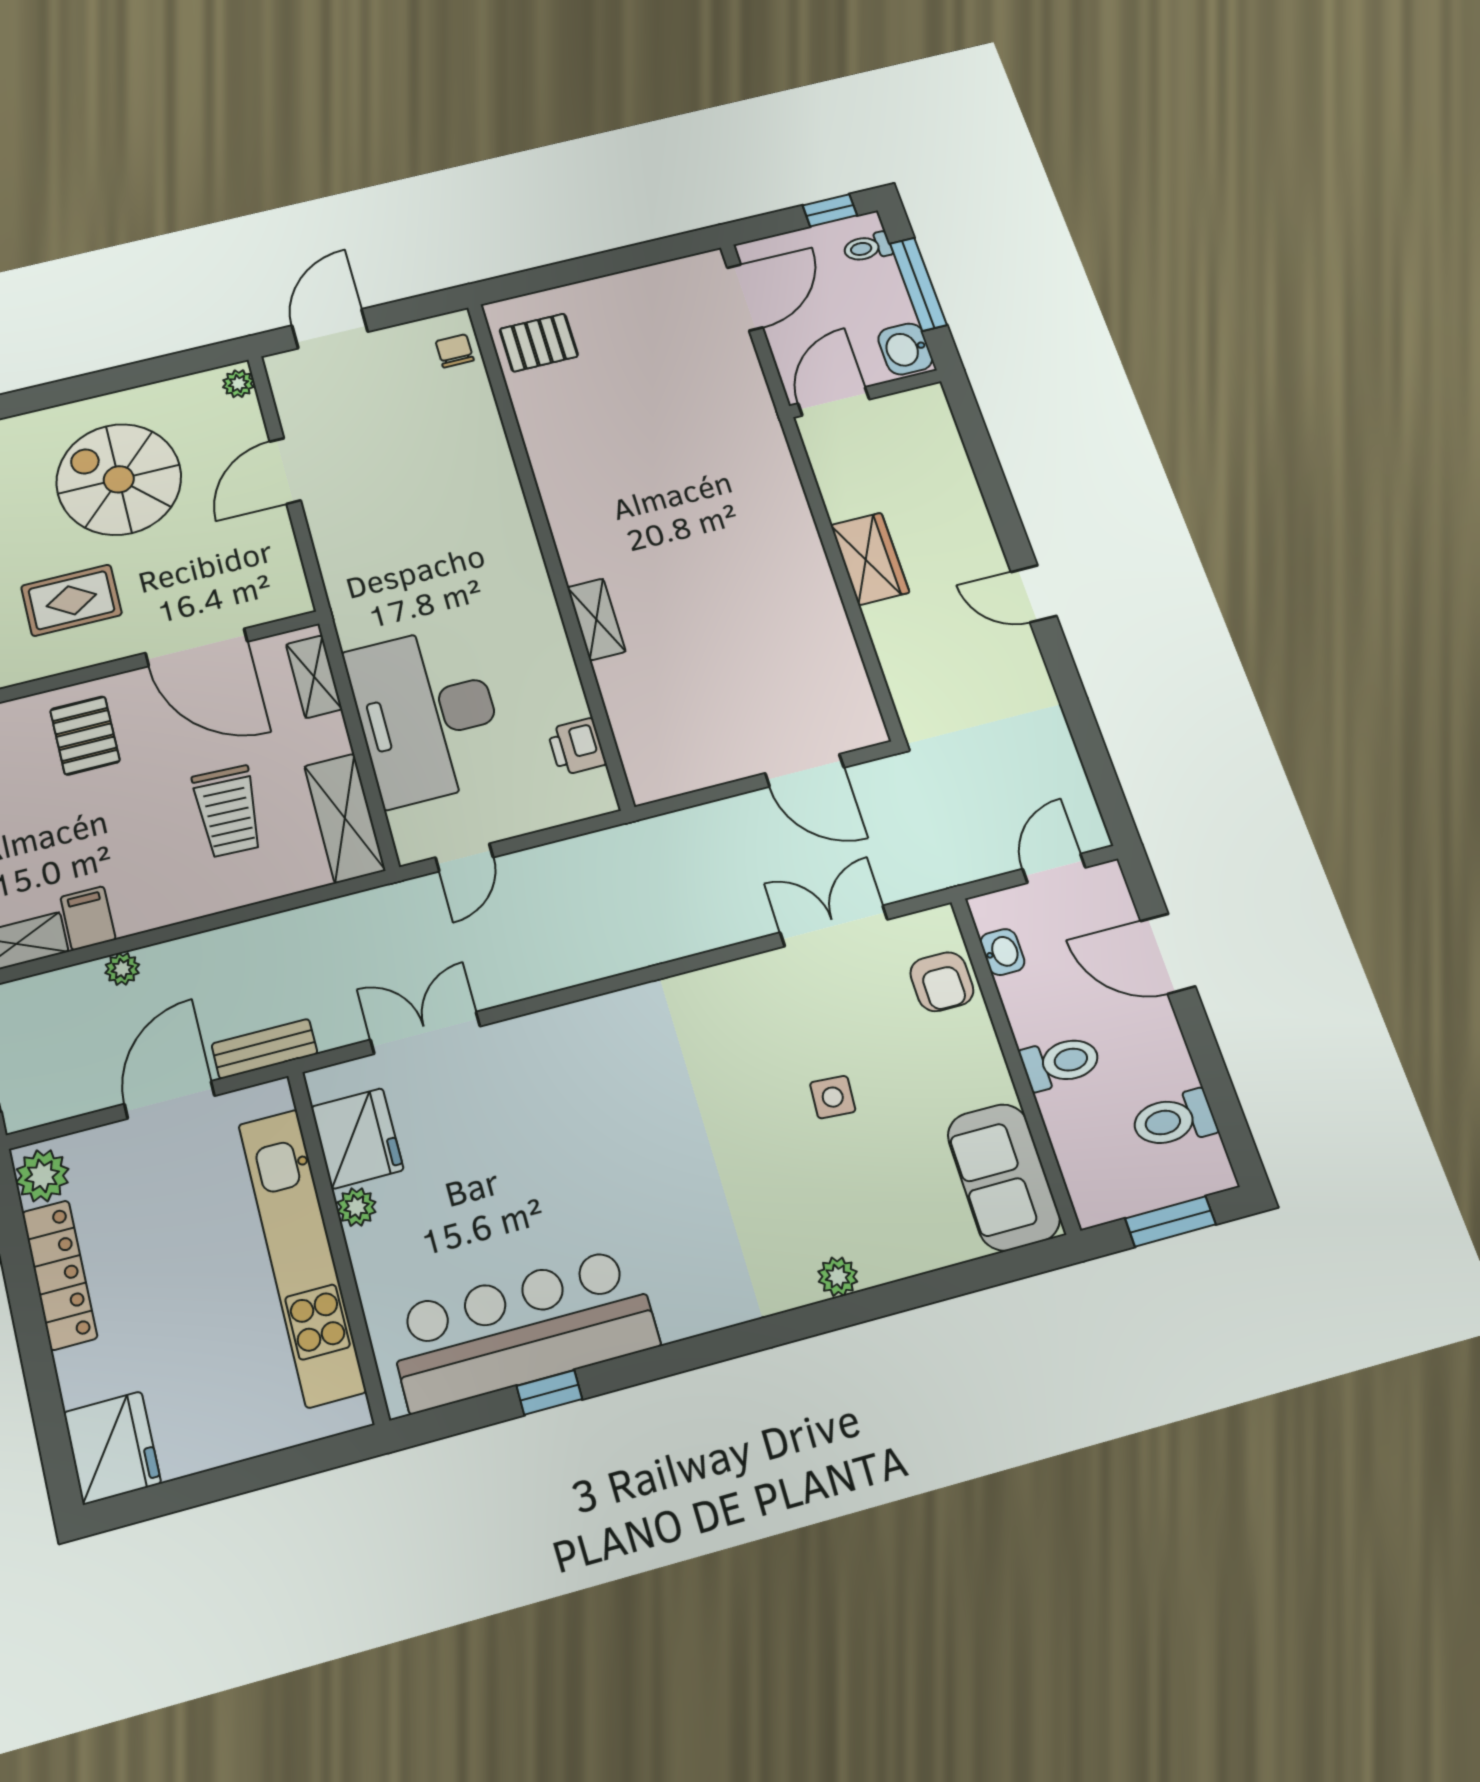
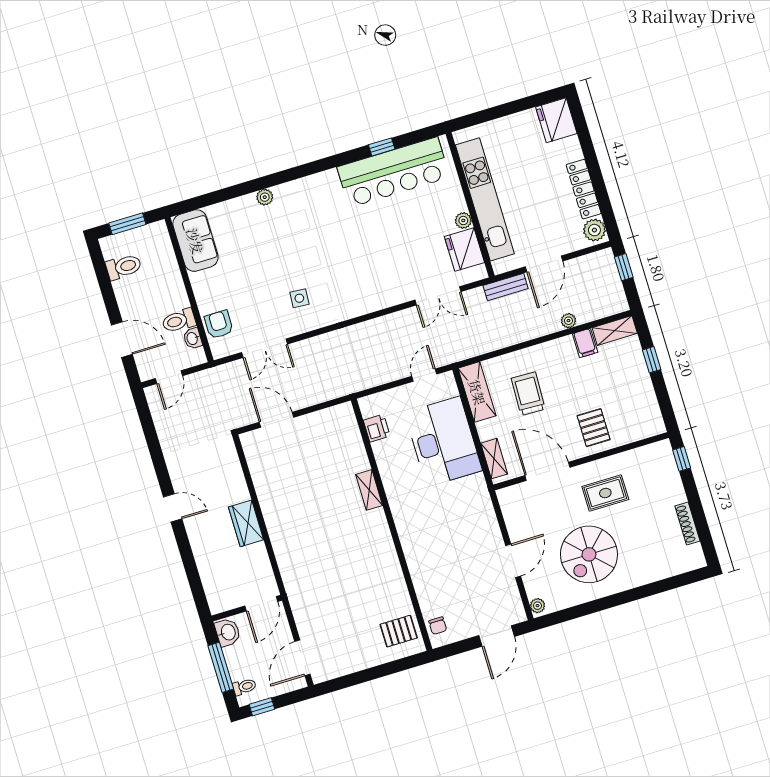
spiral stairs: (119, 479) -> (589, 554), turned 90
toilet: (1061, 1062) -> (179, 321), moved
side table: (833, 1097) -> (299, 298), moved

